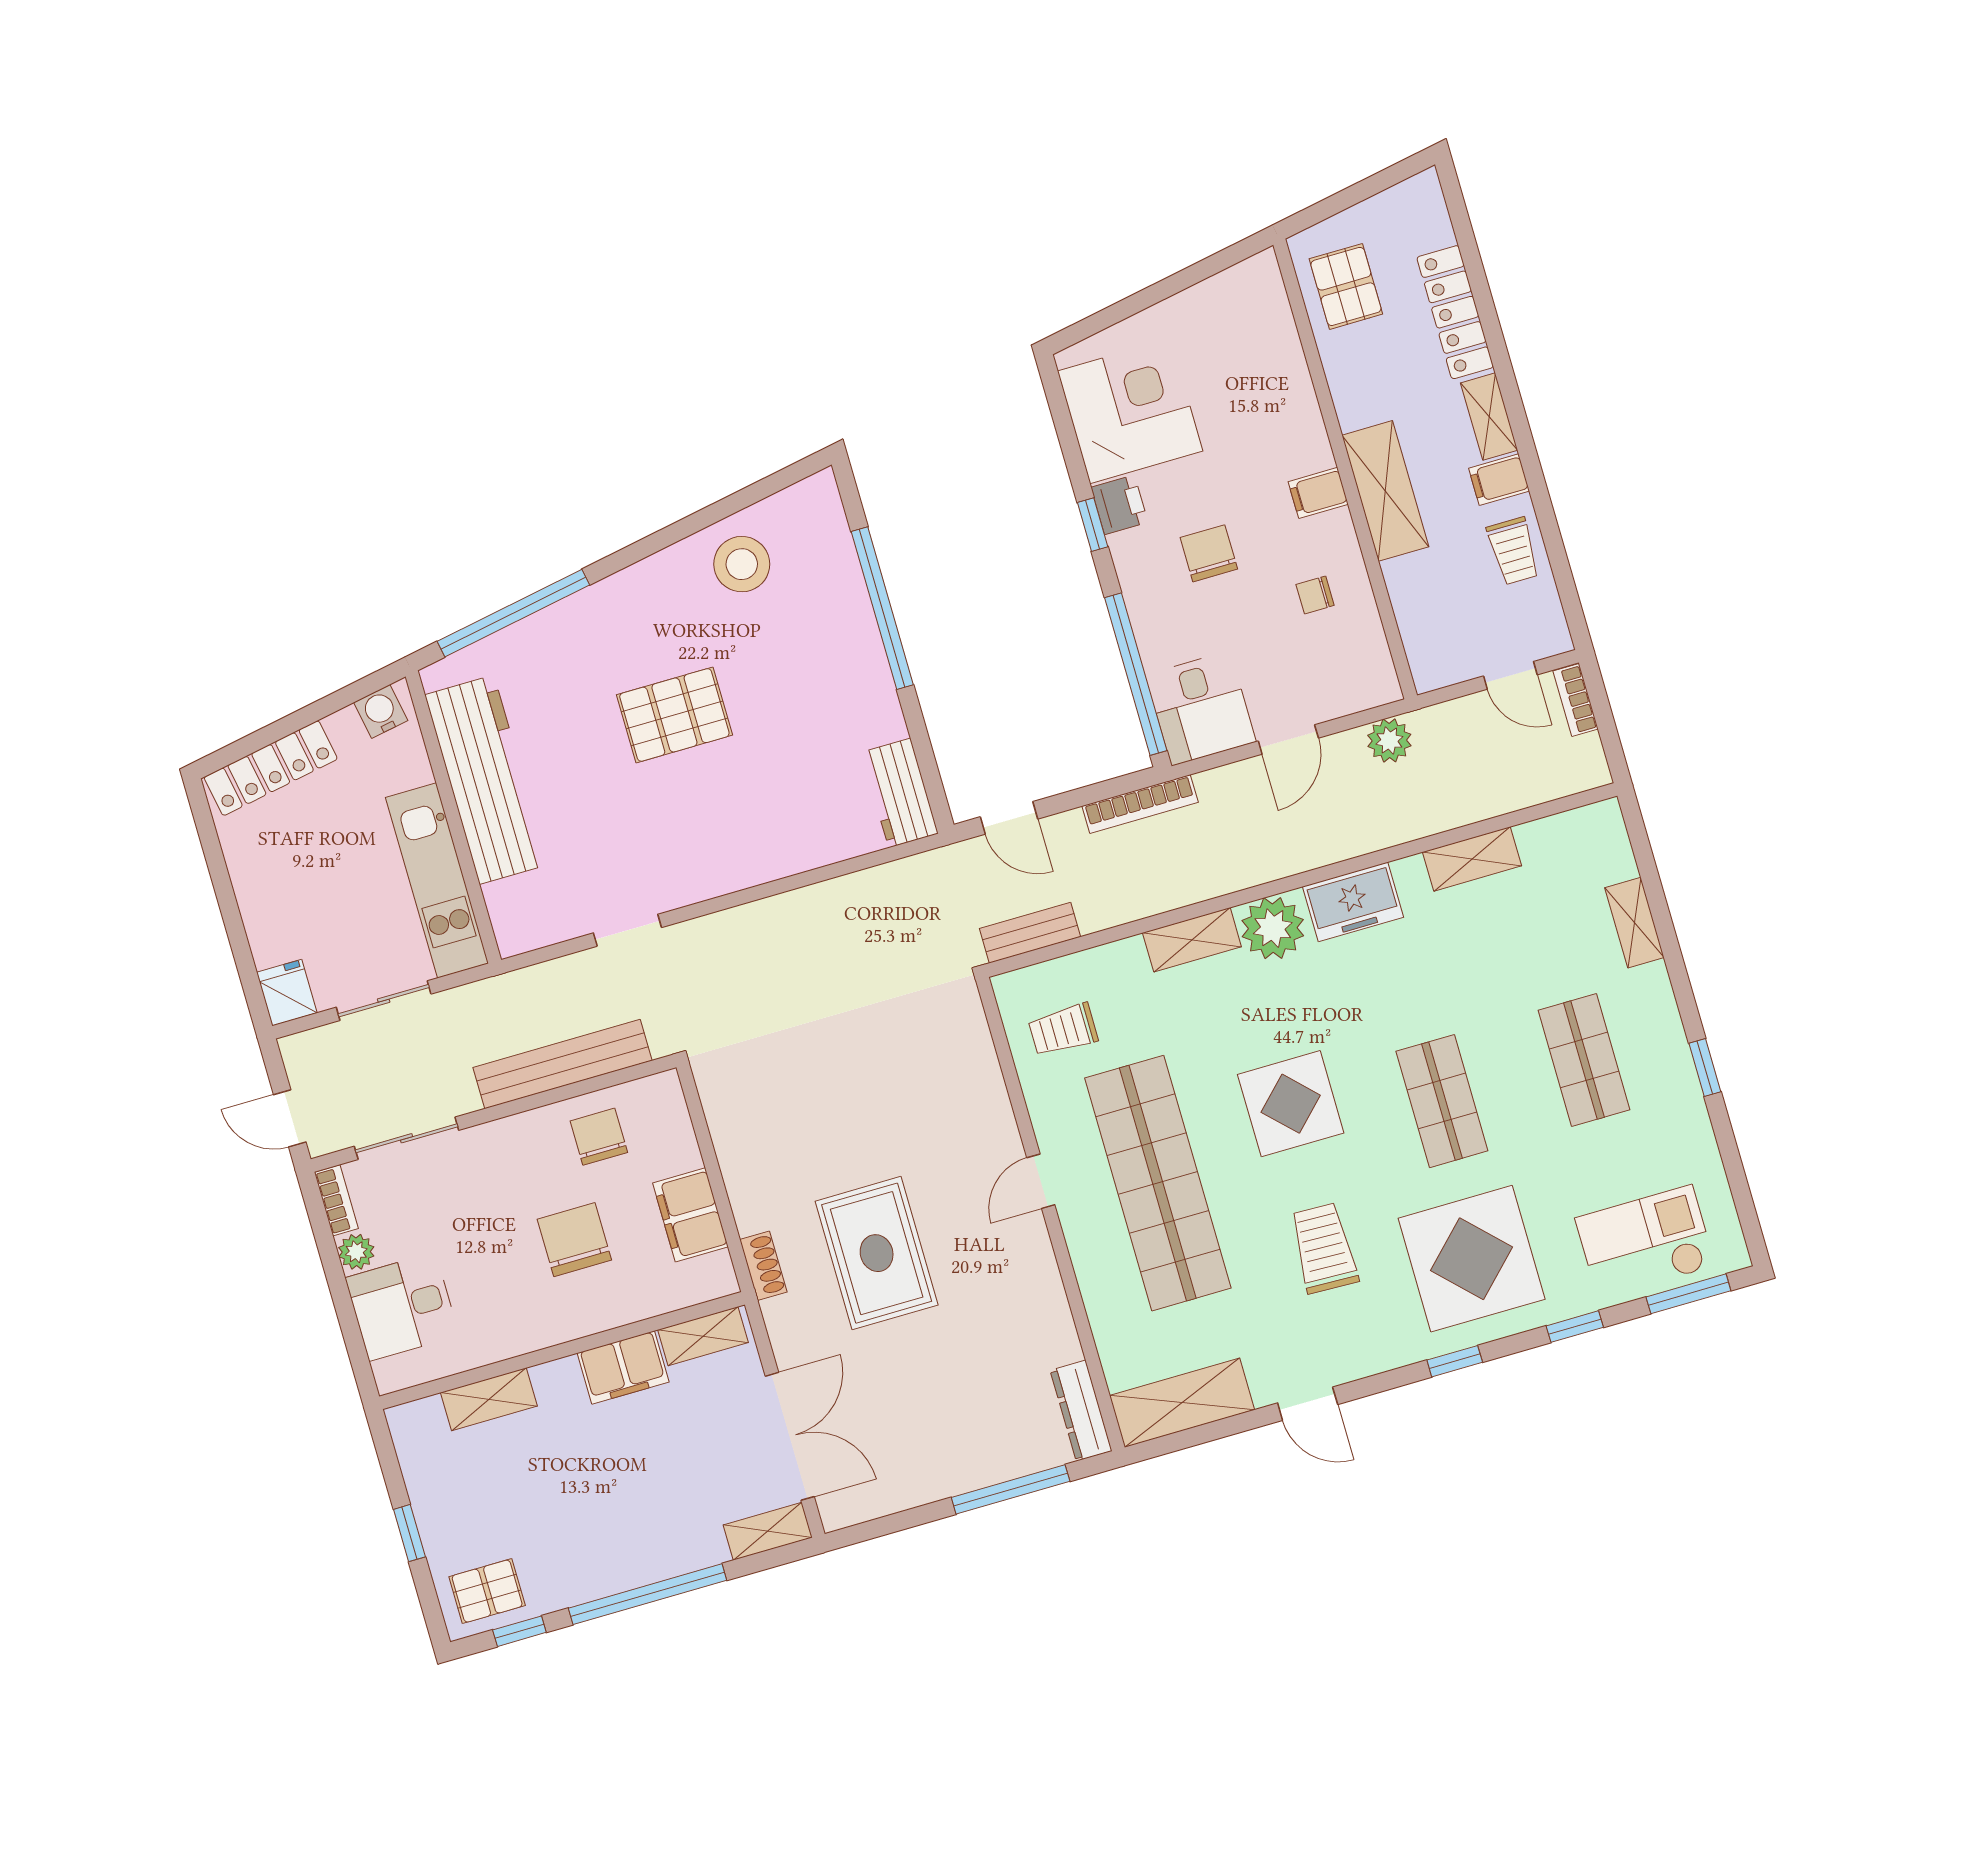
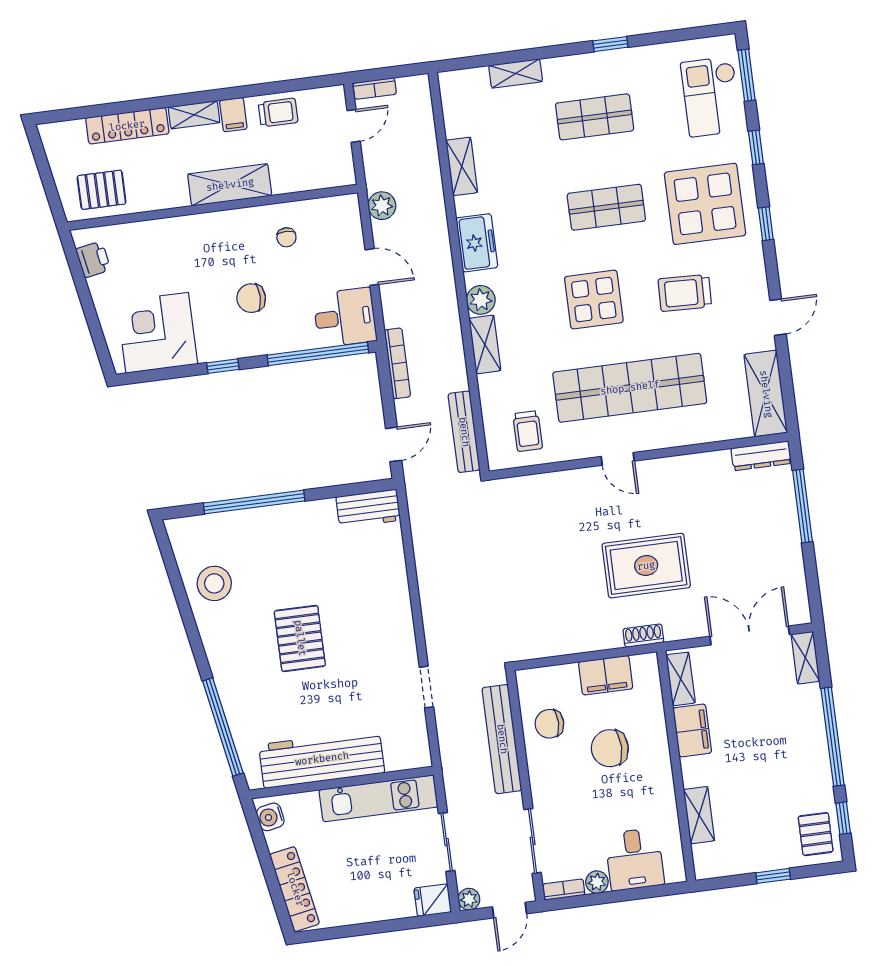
filing cabinet: (1318, 493) -> (225, 226), removed
printer: (1119, 505) -> (93, 259), moved, turned 80
plant: (1273, 928) -> (481, 300), width x0.73, depth x0.73
bench: (1030, 933) -> (464, 432), width x1.36
plant: (297, 1050) -> (469, 899), added

